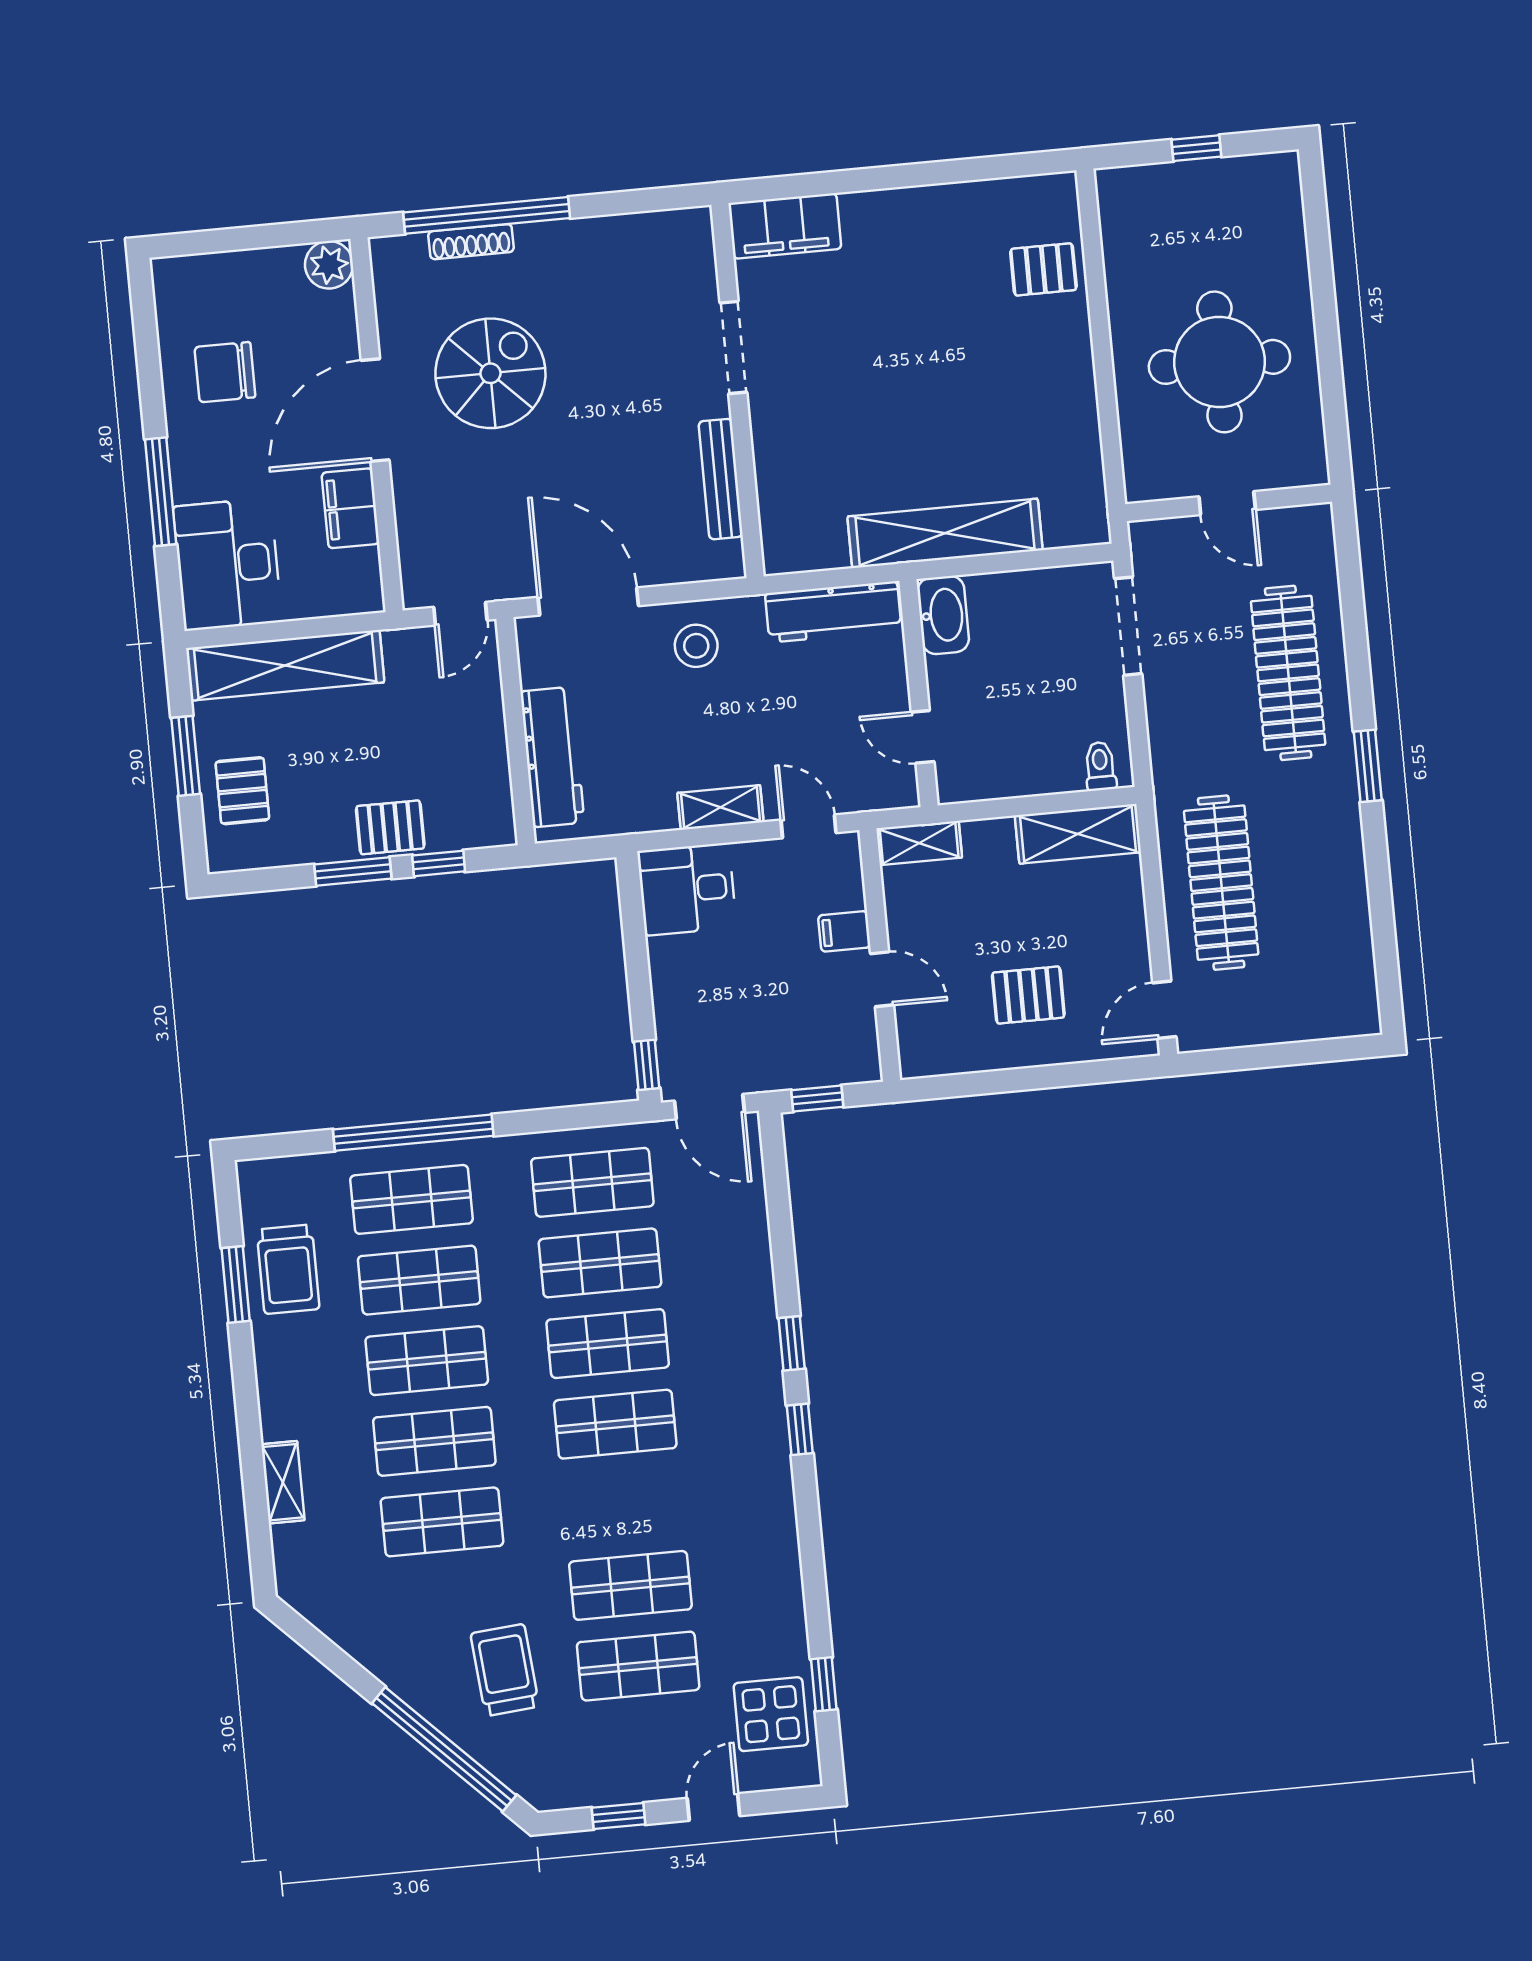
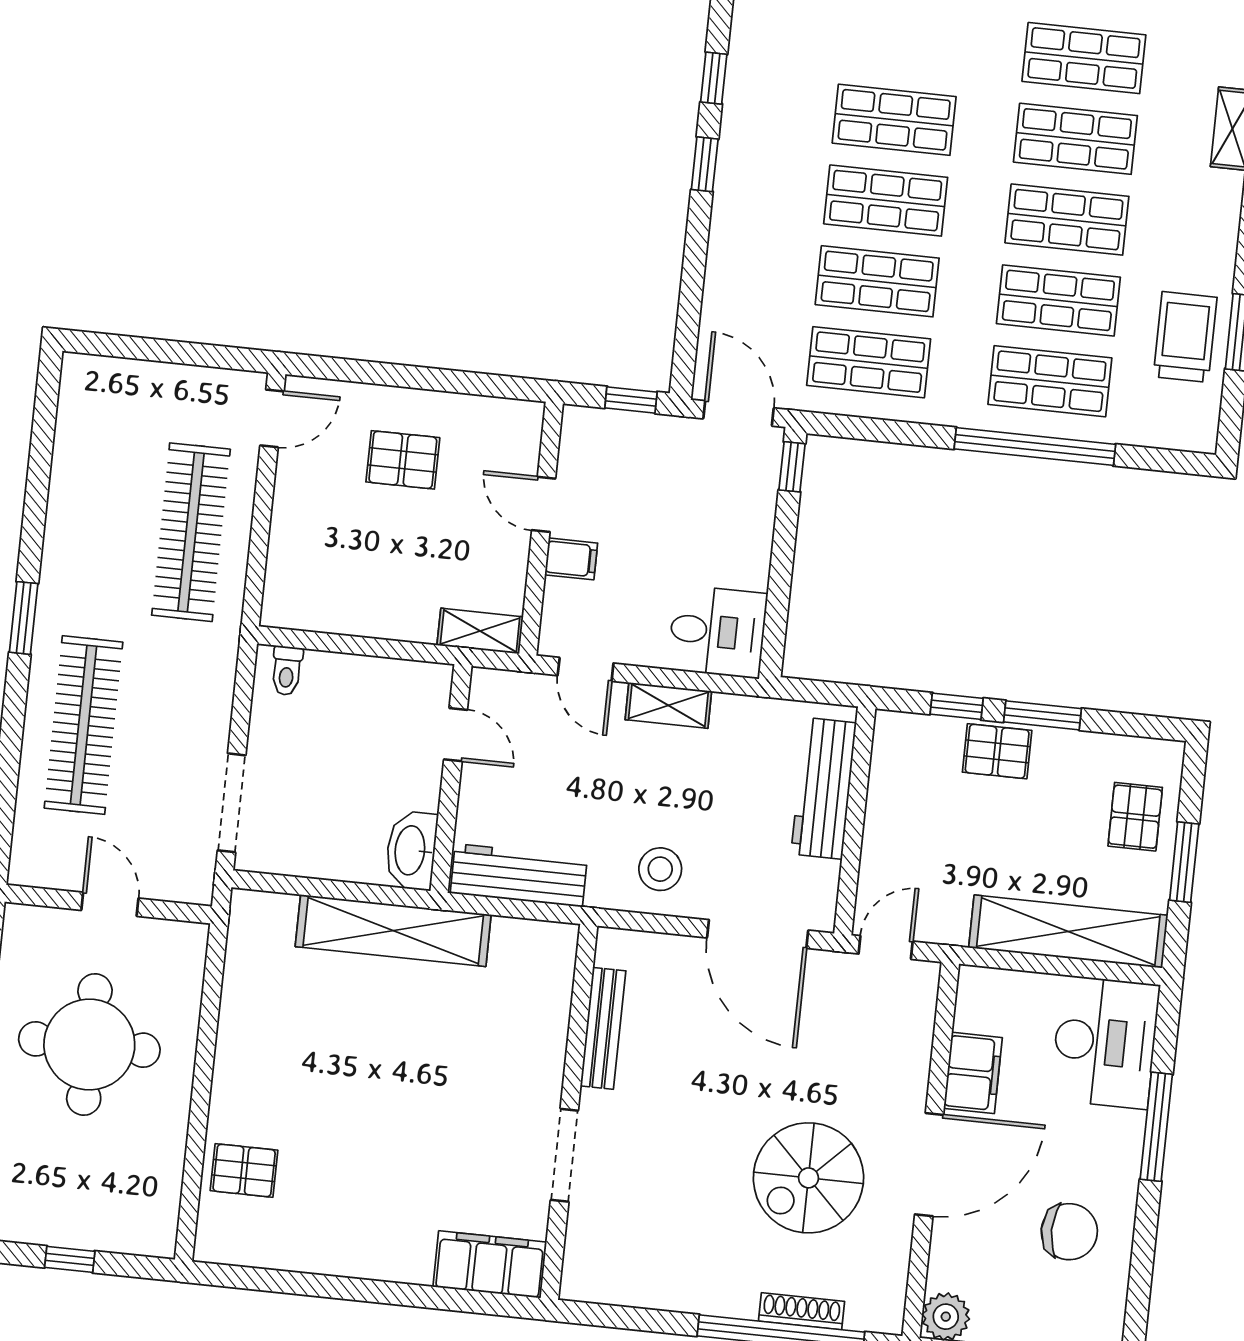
shelving: (1078, 834) -> (322, 609), removed

